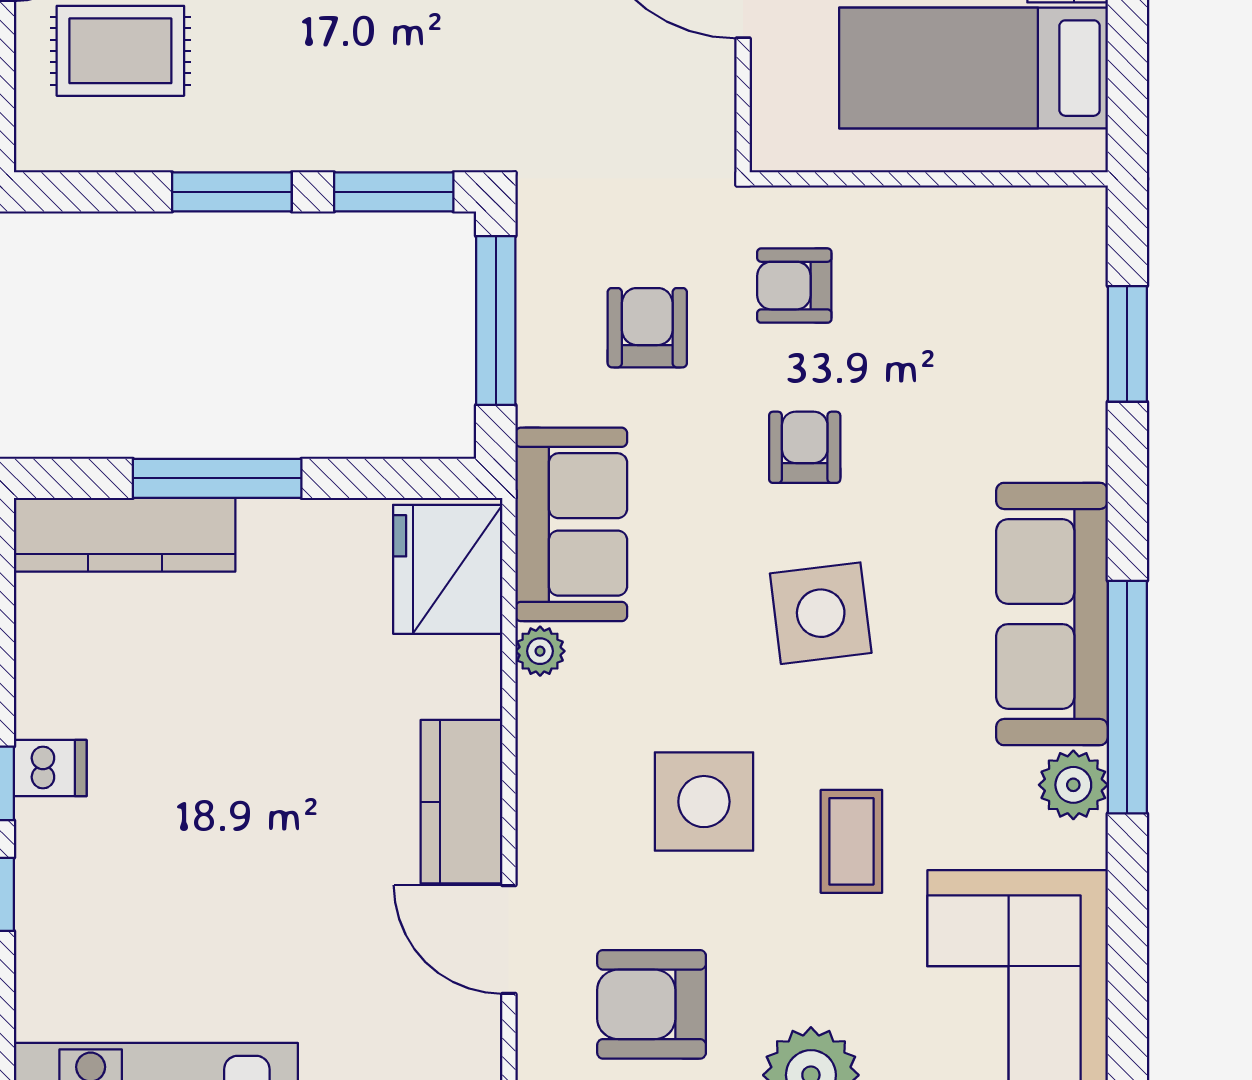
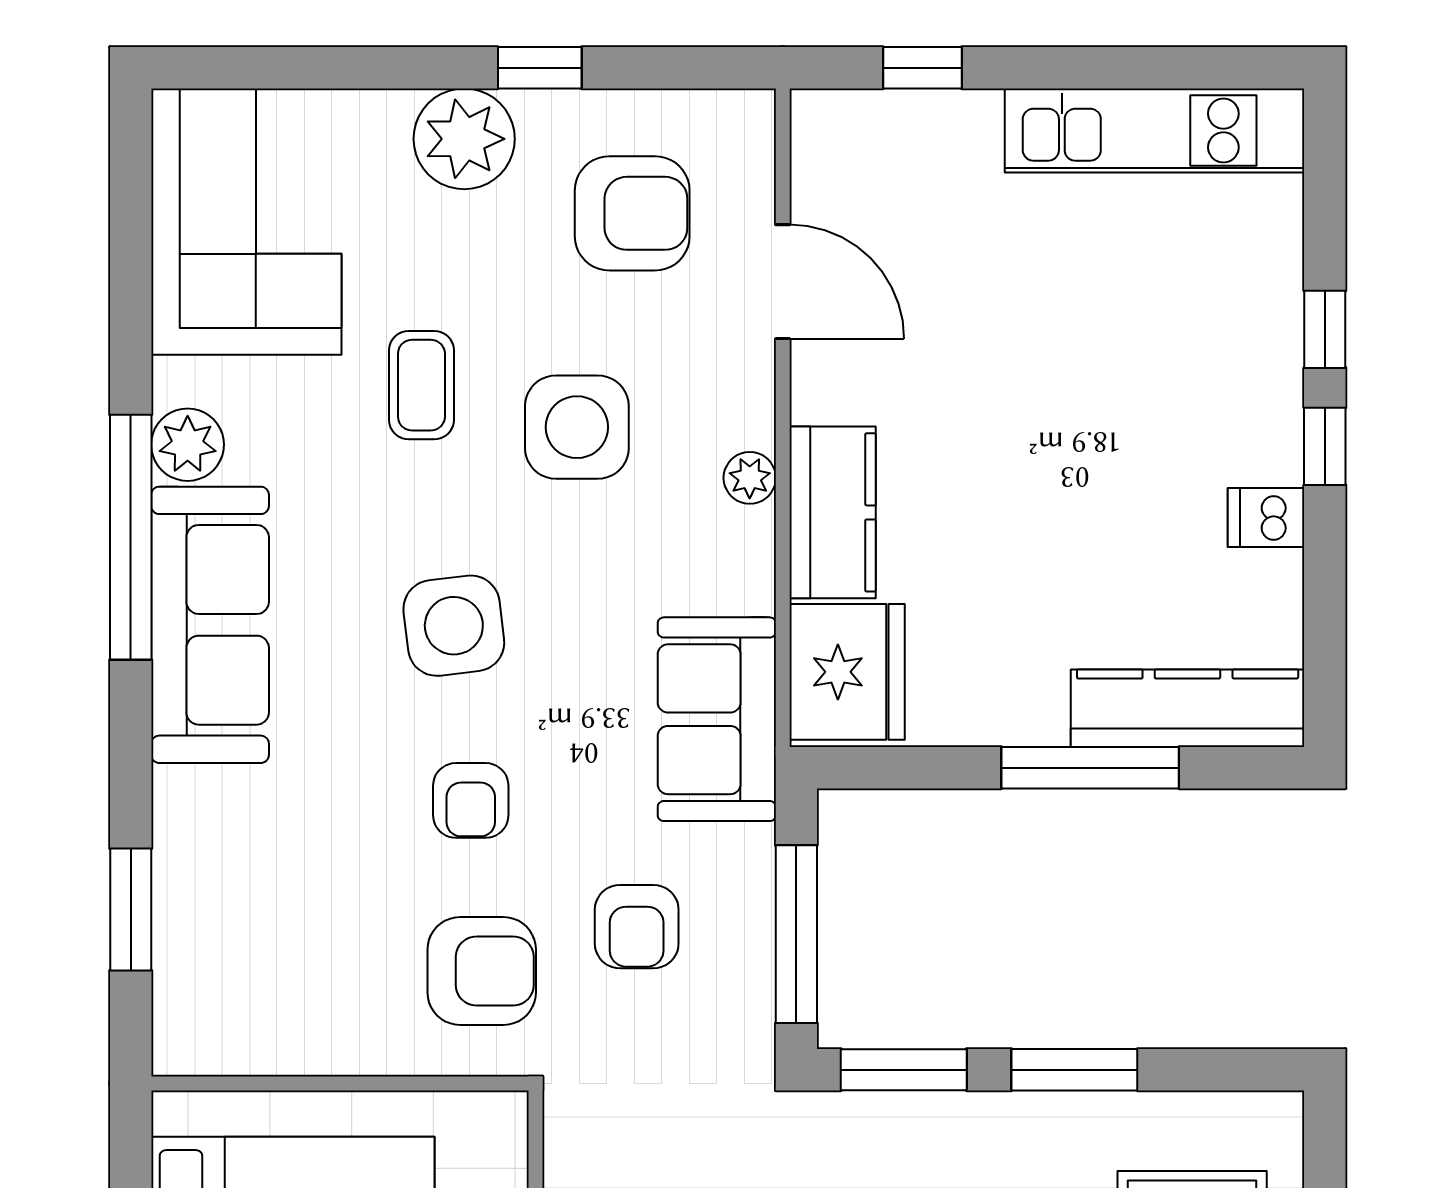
armchair: (794, 286) -> (482, 971), width x1.38, depth x1.38
plant: (540, 651) -> (750, 478), moved
dishwasher: (50, 768) -> (1266, 517), moved
kitchen counter: (461, 802) -> (833, 512), moved

